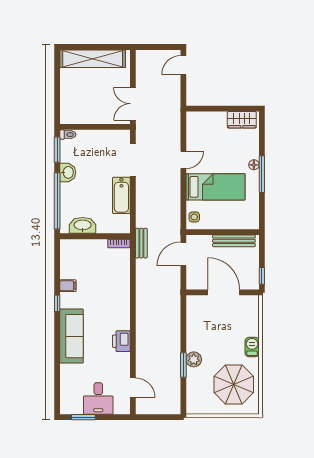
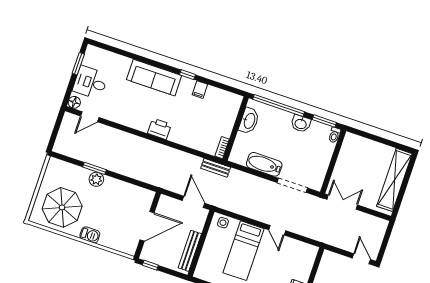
printer: (121, 341) -> (159, 129), moved
floor lamp: (124, 408) -> (74, 102), added

